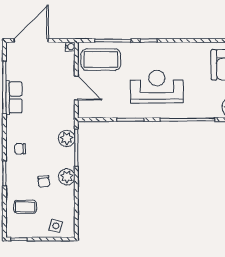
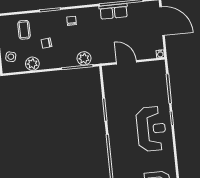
coffee table: (101, 60) -> (152, 80), removed
reception desk: (157, 87) -> (151, 129), moved
door: (76, 88) -> (126, 62), swing flipped
plant: (67, 177) -> (32, 64), moved

